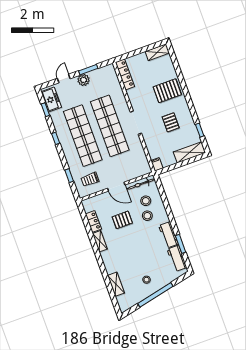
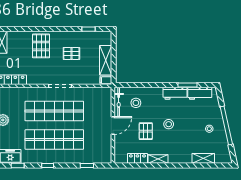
shelving: (189, 152) -> (106, 60), moved
trolley: (90, 179) -> (97, 147), removed
stool: (147, 216) -> (169, 124), moved

